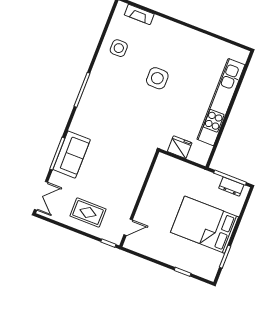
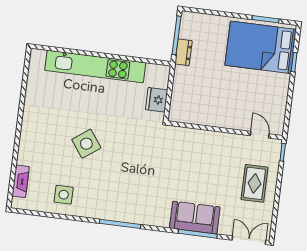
side table: (157, 78) -> (86, 144), turned -36
dresser: (231, 187) -> (184, 52), moved
bed: (205, 225) -> (261, 47), moved, turned 90

